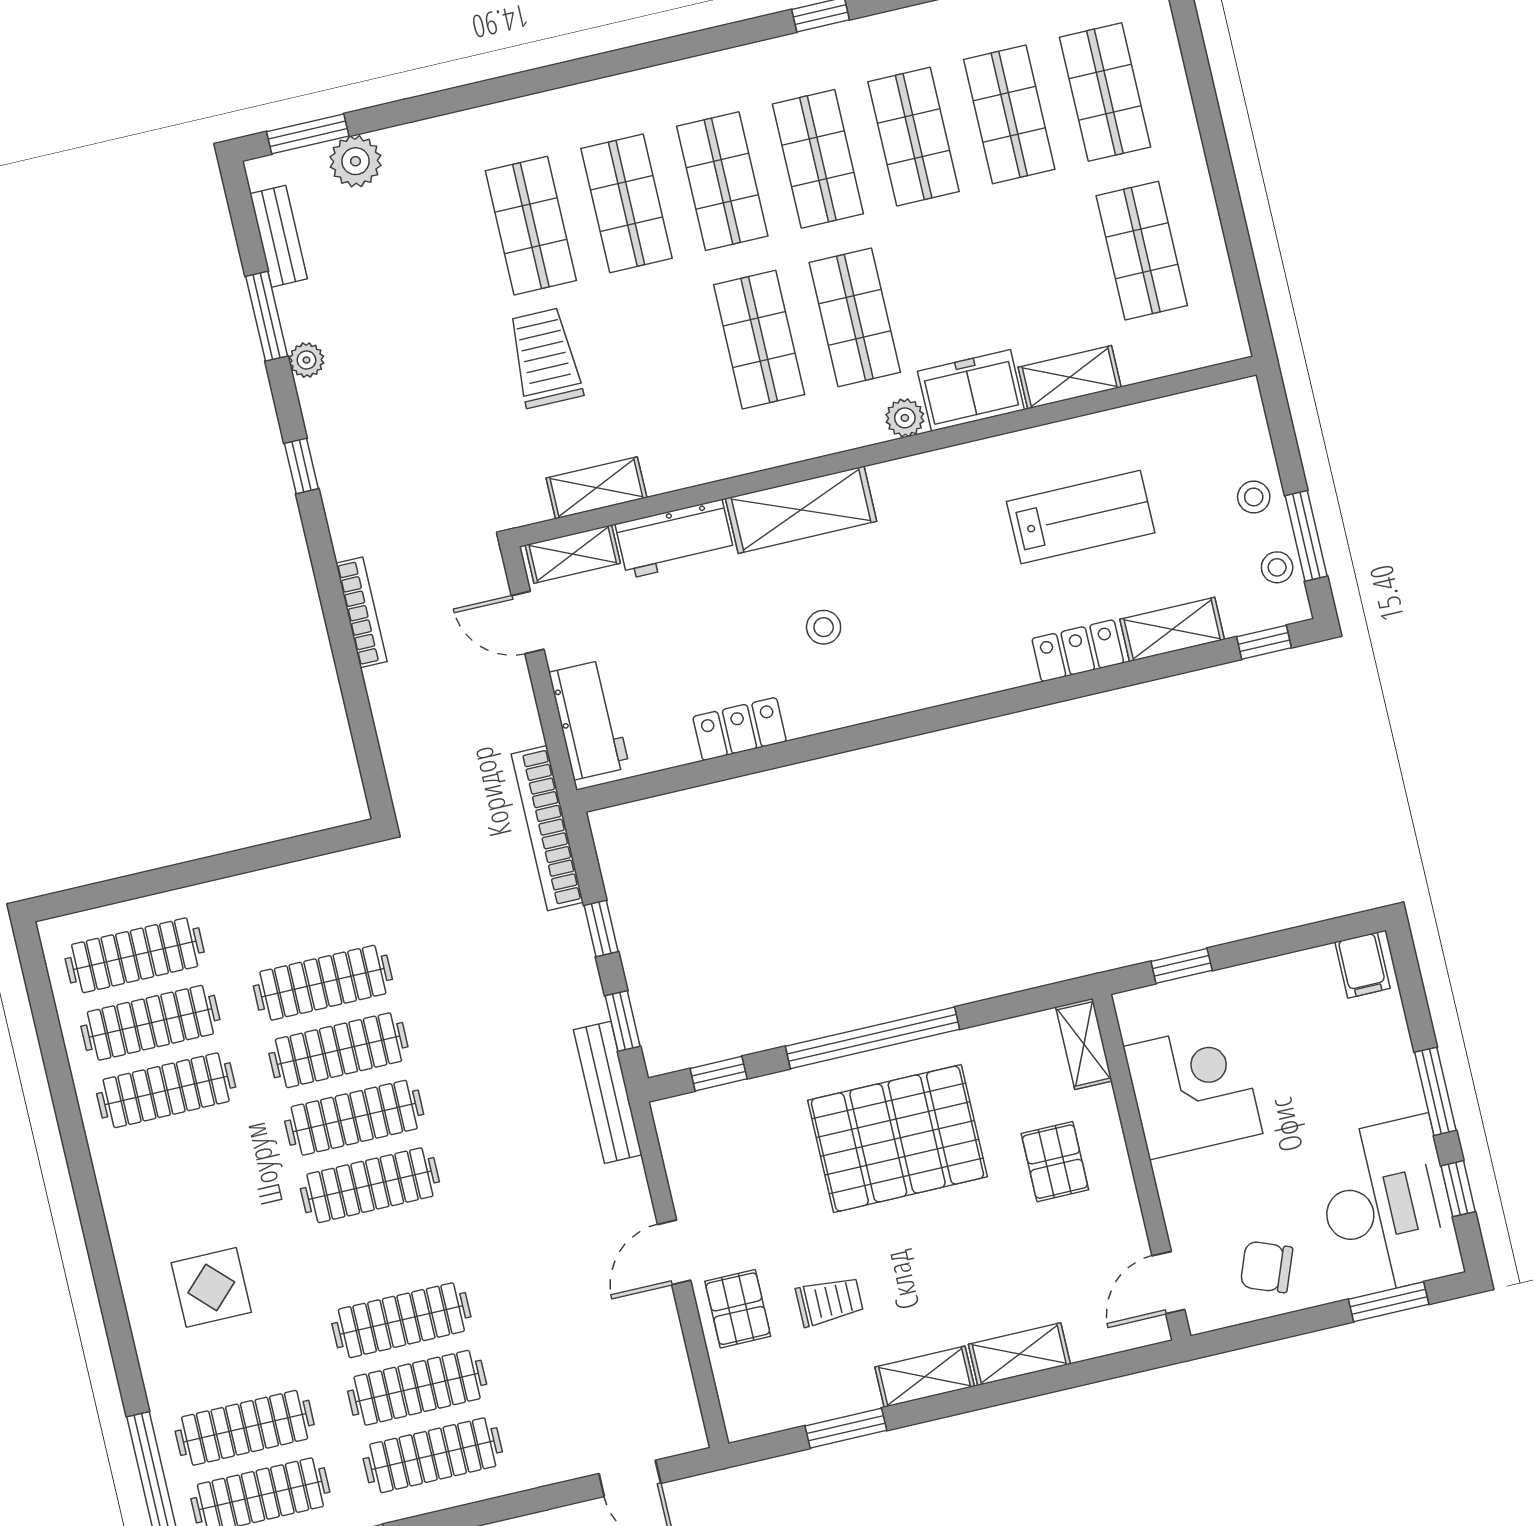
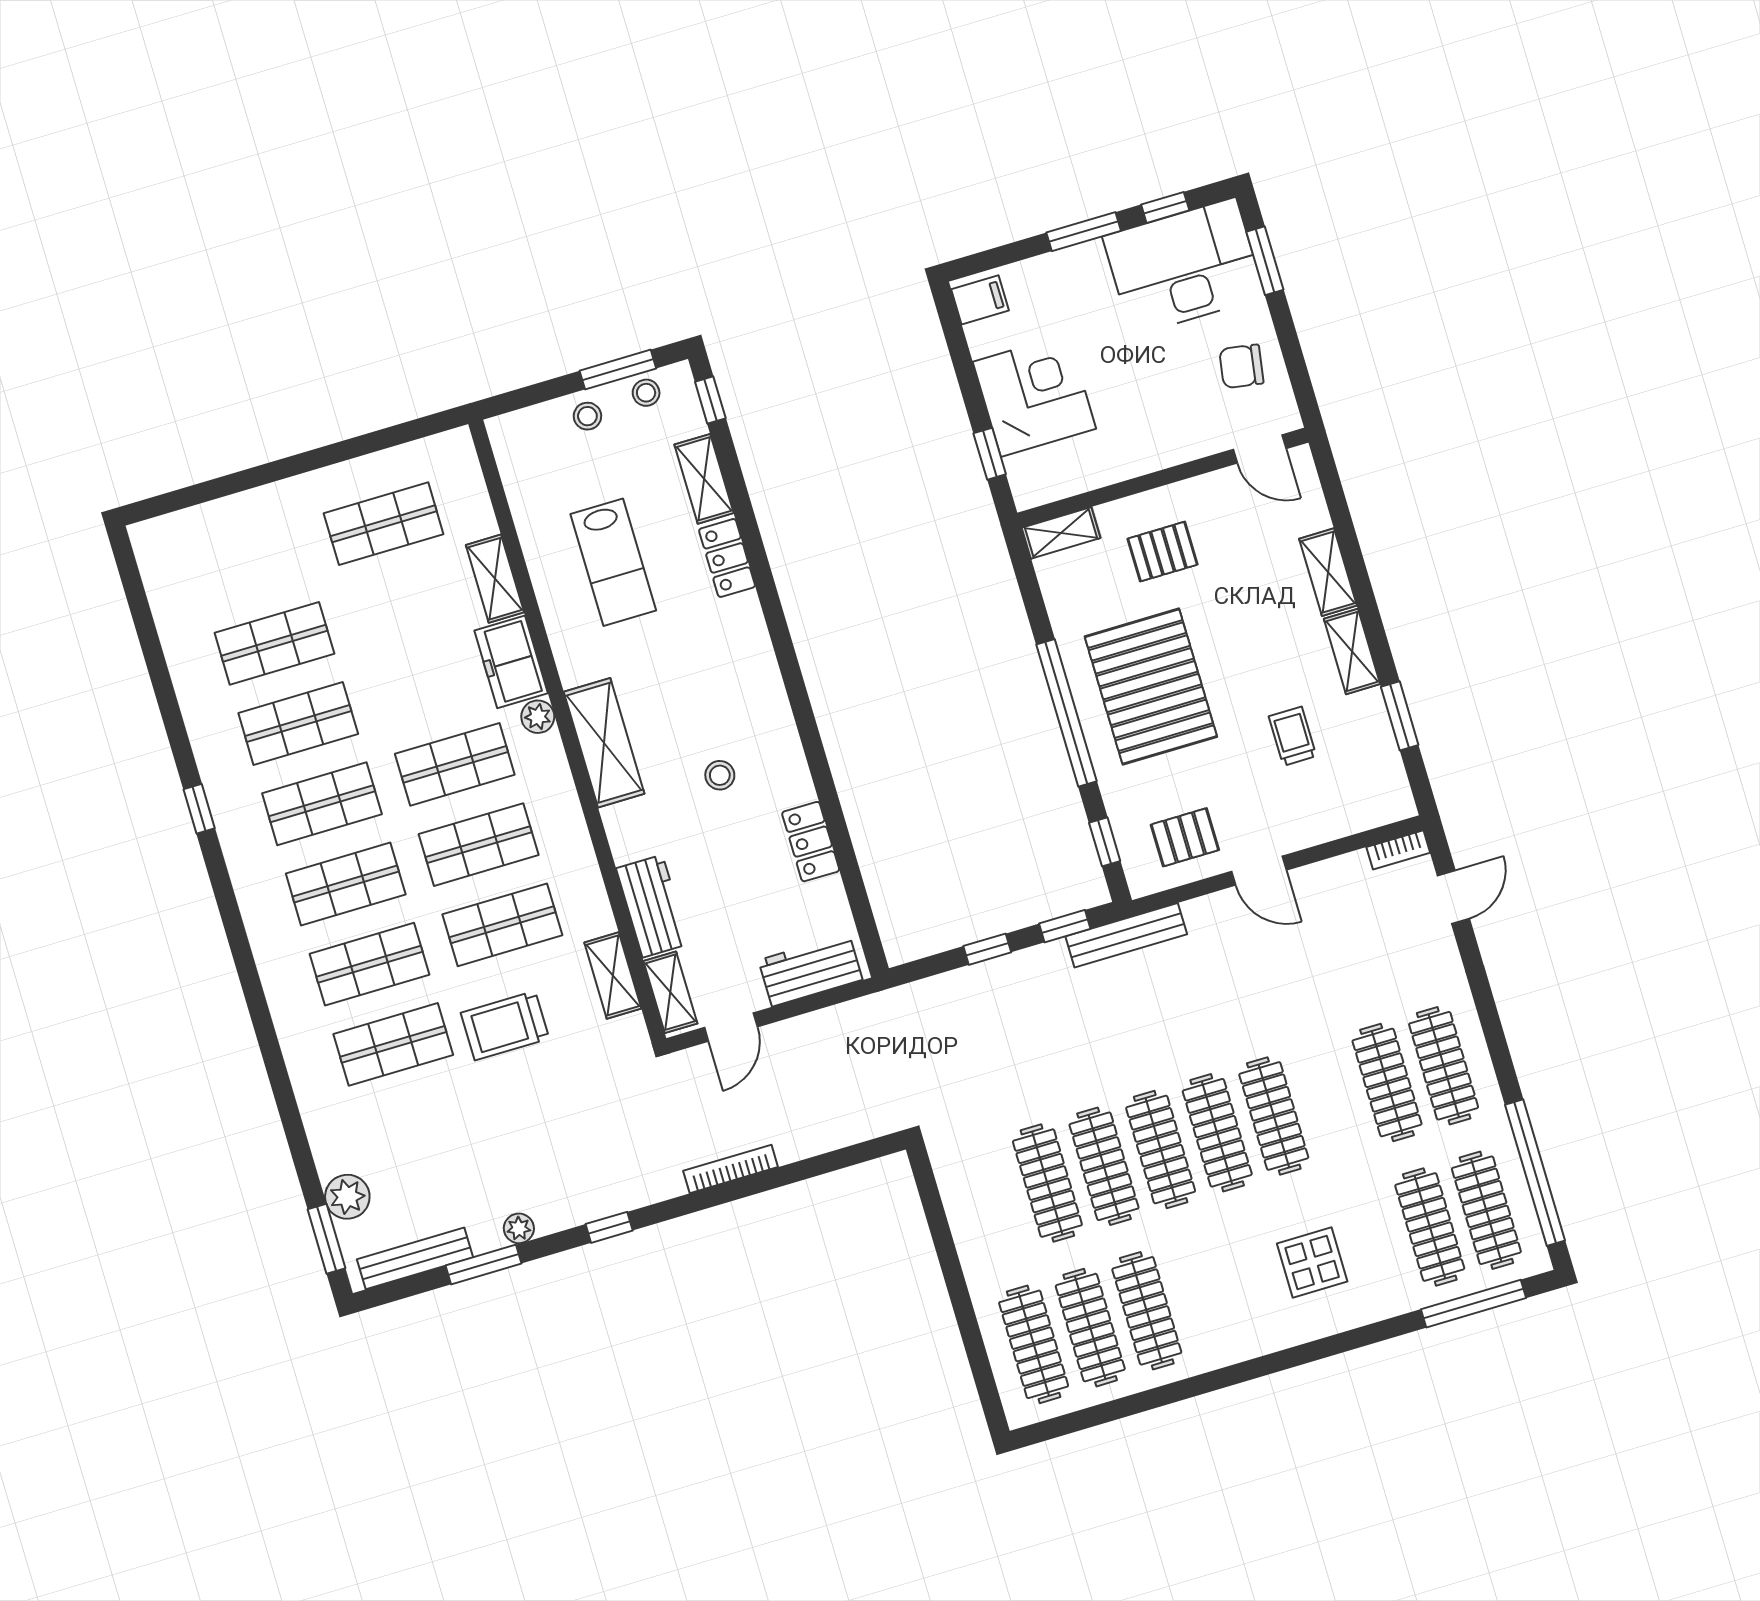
shop shelf: (1105, 92) -> (502, 925), moved
bench: (279, 236) -> (415, 1258), width x1.36
shelving: (801, 510) -> (604, 743), moved
lab bench: (1081, 517) -> (613, 562), turned 180
bookcase: (547, 828) -> (1398, 850), moved, width x0.43, depth x0.76
corner desk: (1193, 1090) -> (1034, 395), moved, turned 90
chair: (1267, 1267) -> (1241, 366), turned 78
pallet: (738, 1309) -> (1185, 837), moved
clothes rail: (401, 1320) -> (1274, 1116), moved

